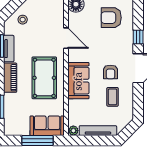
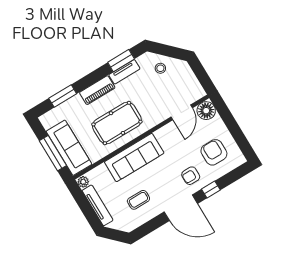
door: (66, 38) -> (182, 112), moved
armchair: (110, 72) -> (191, 176), moved
sofa: (78, 81) -> (134, 158), width x1.36
sofa: (47, 126) -> (69, 148), width x1.36

